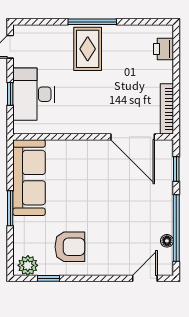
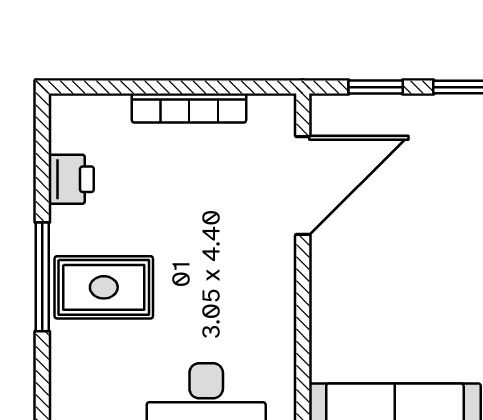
printer: (163, 49) -> (71, 179), moved, turned -90
bookcase: (167, 109) -> (189, 108), moved

